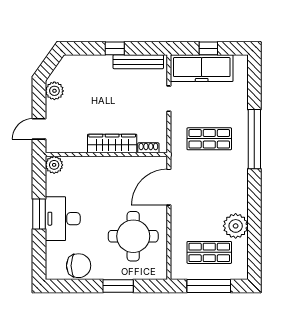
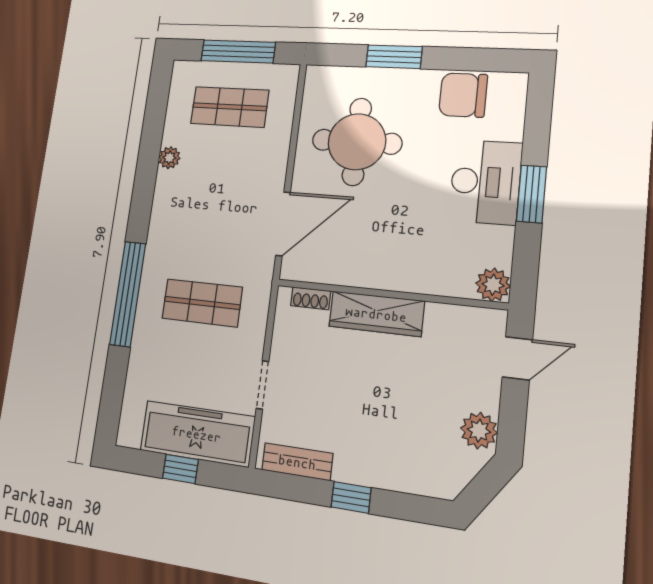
bench: (138, 62) -> (297, 462), width x0.73
plant: (236, 226) -> (169, 158), width x0.53, depth x0.53

